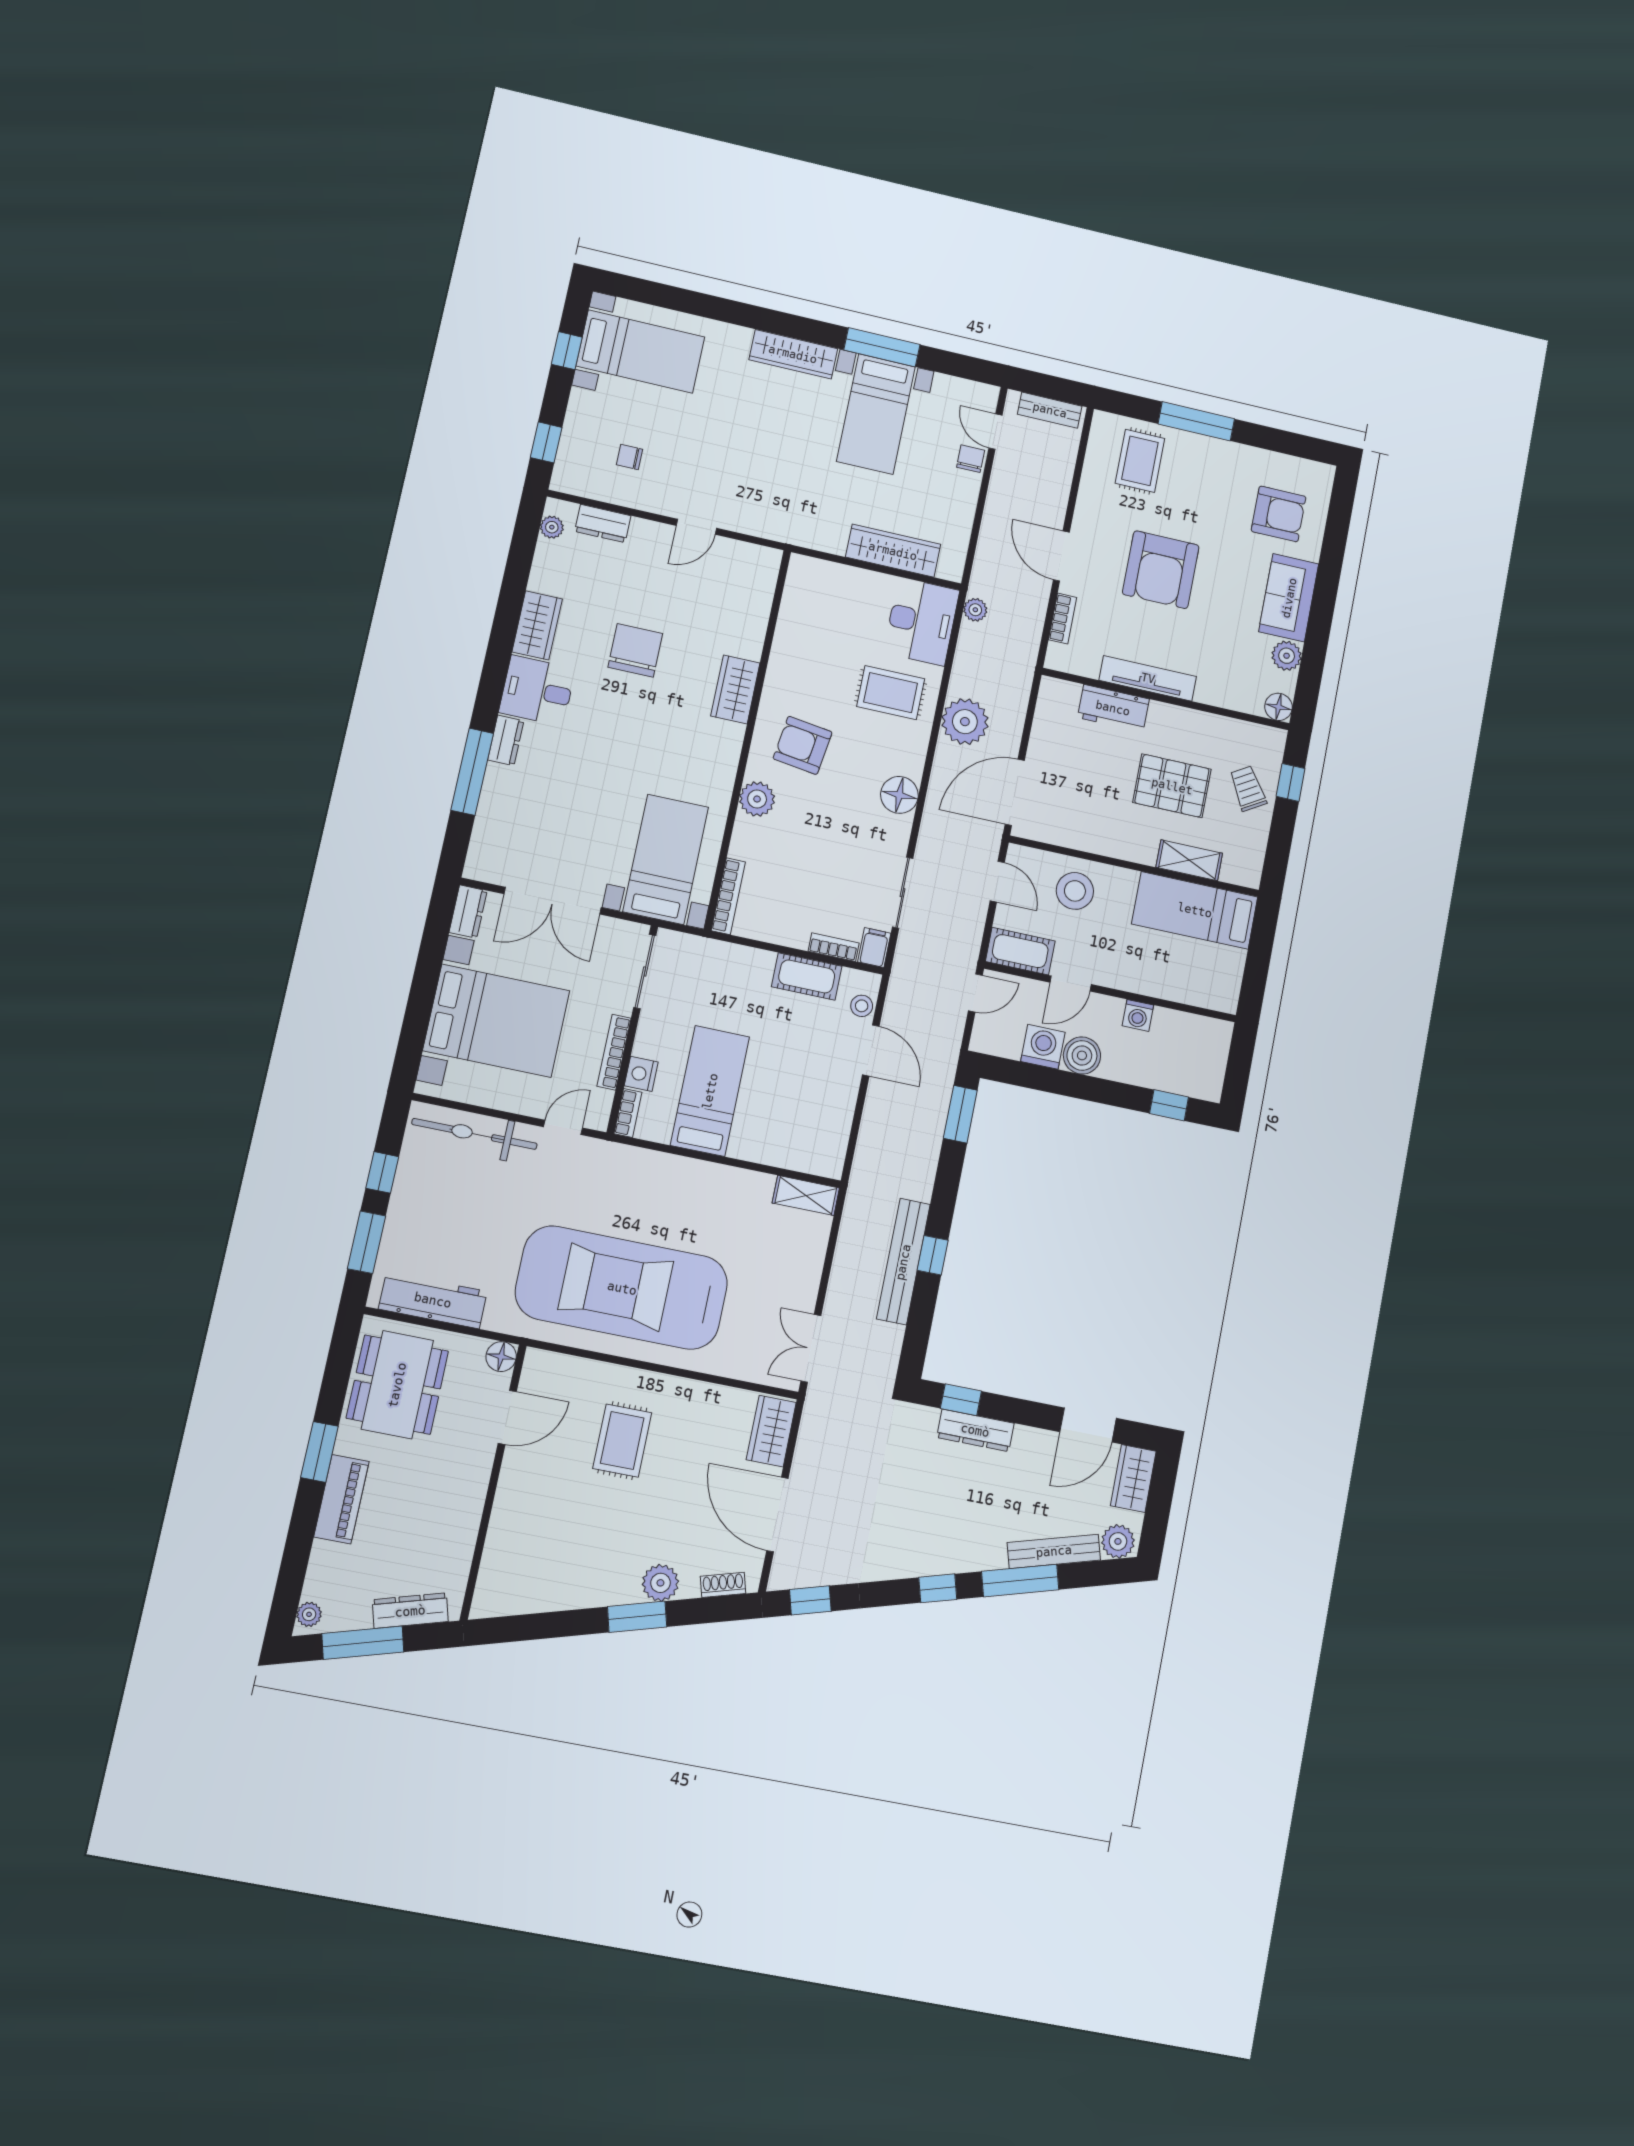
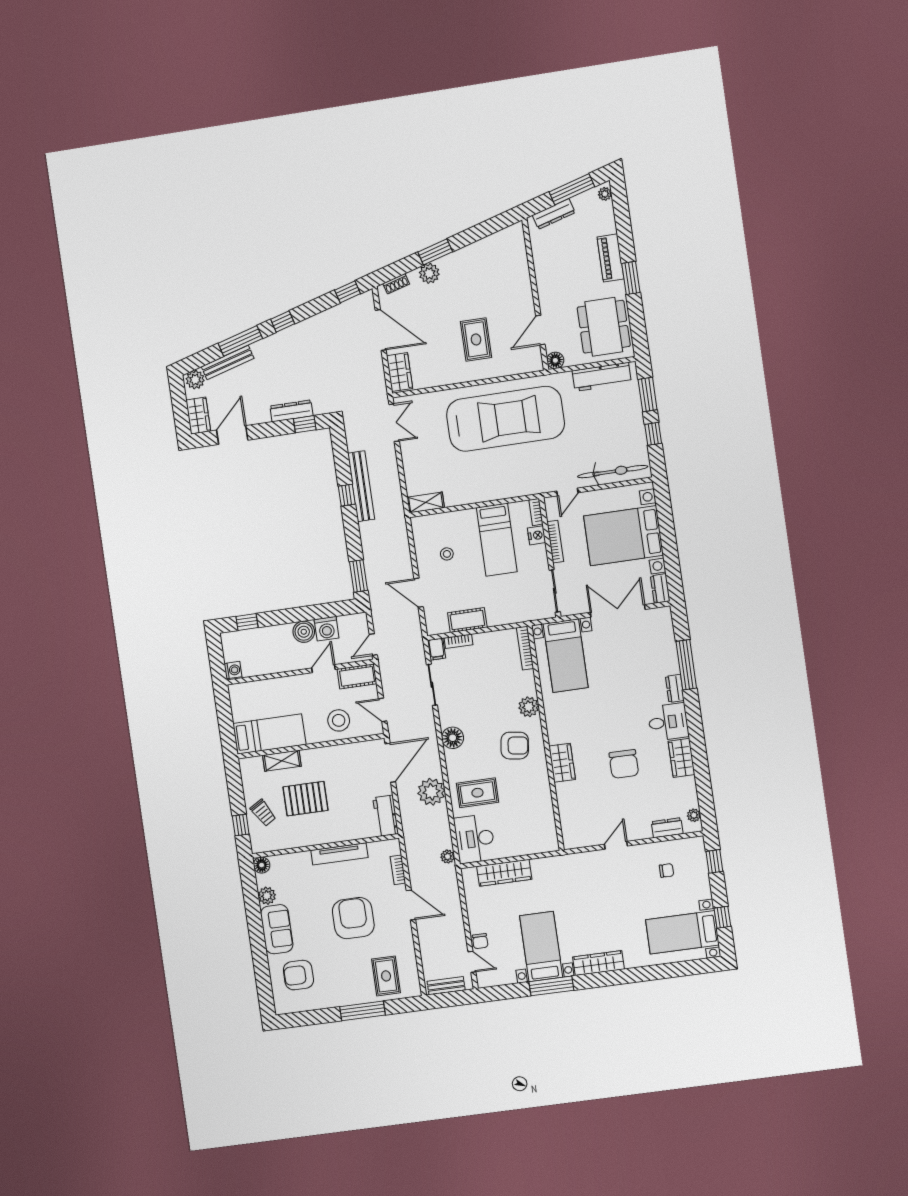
workbench: (1113, 708) -> (386, 816), moved, turned -90
stool: (862, 1006) -> (447, 554), moved
washing machine: (1138, 1015) -> (233, 670), moved, turned 90

